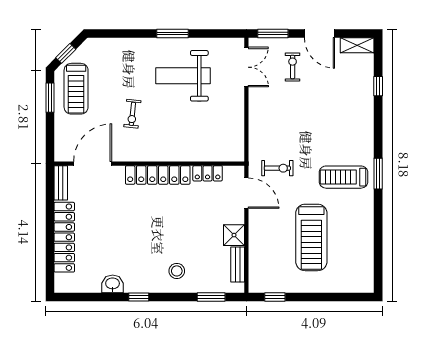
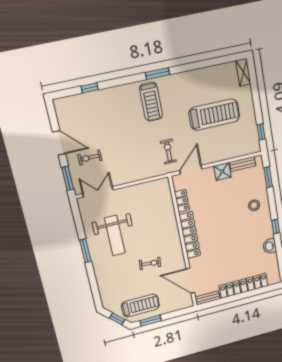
door: (320, 34) -> (59, 143), hinge flipped
shelving: (357, 45) -> (243, 72), moved
treadmill: (343, 177) -> (151, 102), moved

